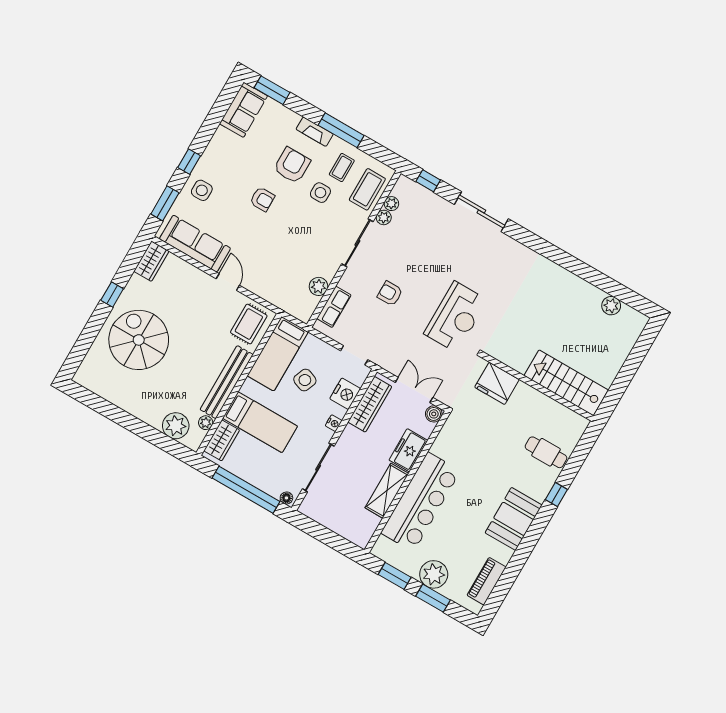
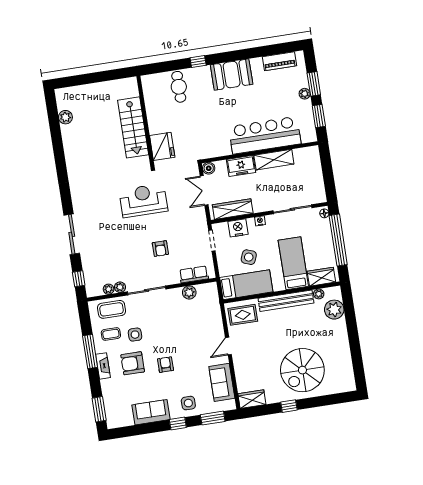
sofa: (243, 110) -> (151, 412), moved
sofa: (195, 244) -> (222, 382), width x0.73
stairs: (566, 383) -> (133, 127), moved
plant: (434, 574) -> (305, 94), width x0.53, depth x0.53

